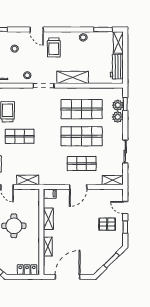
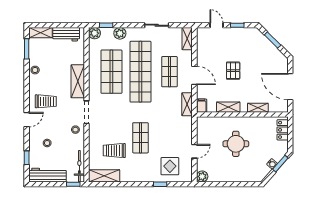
plant: (118, 105) -> (95, 33), moved
shop shelf: (82, 136) -> (140, 72), width x1.40
shelving: (28, 180) -> (187, 104), moved
door: (125, 208) -> (216, 25), swing flipped
pallet: (107, 224) -> (233, 71), moved

